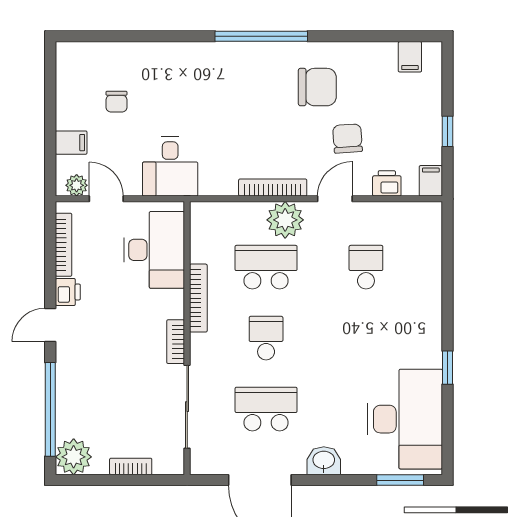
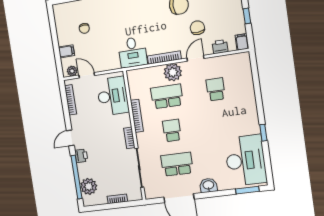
desk: (170, 167) -> (133, 52), moved
printer: (68, 292) -> (81, 156), moved
plant: (74, 457) -> (89, 186), moved

